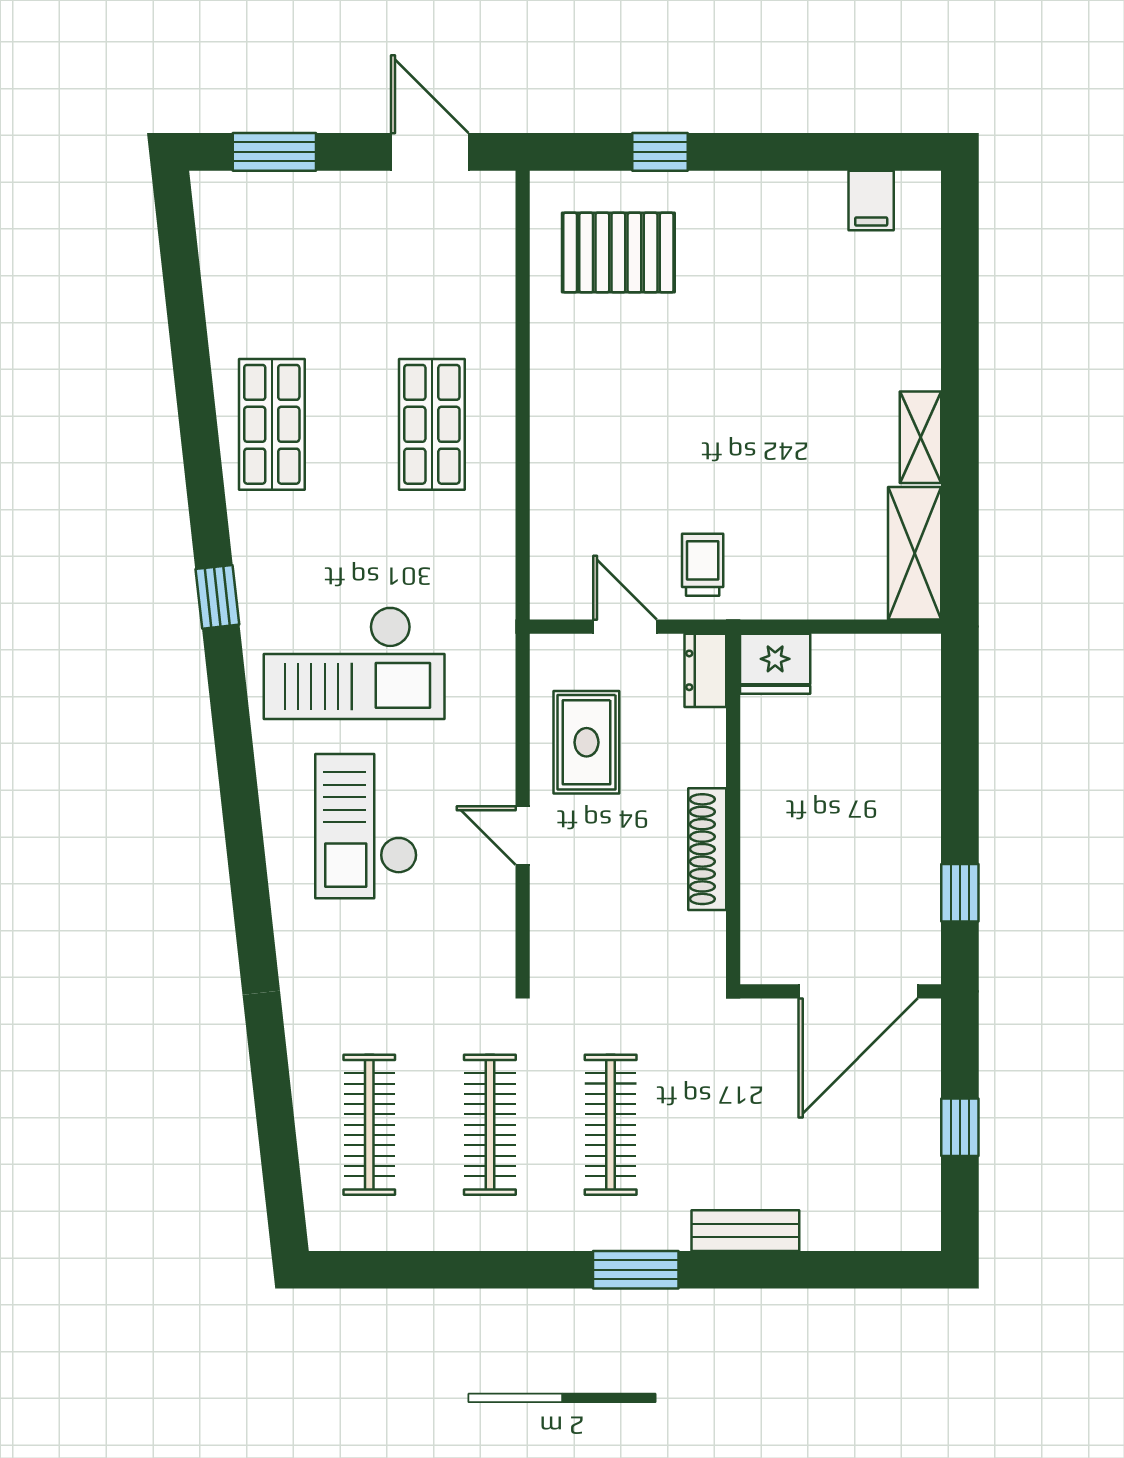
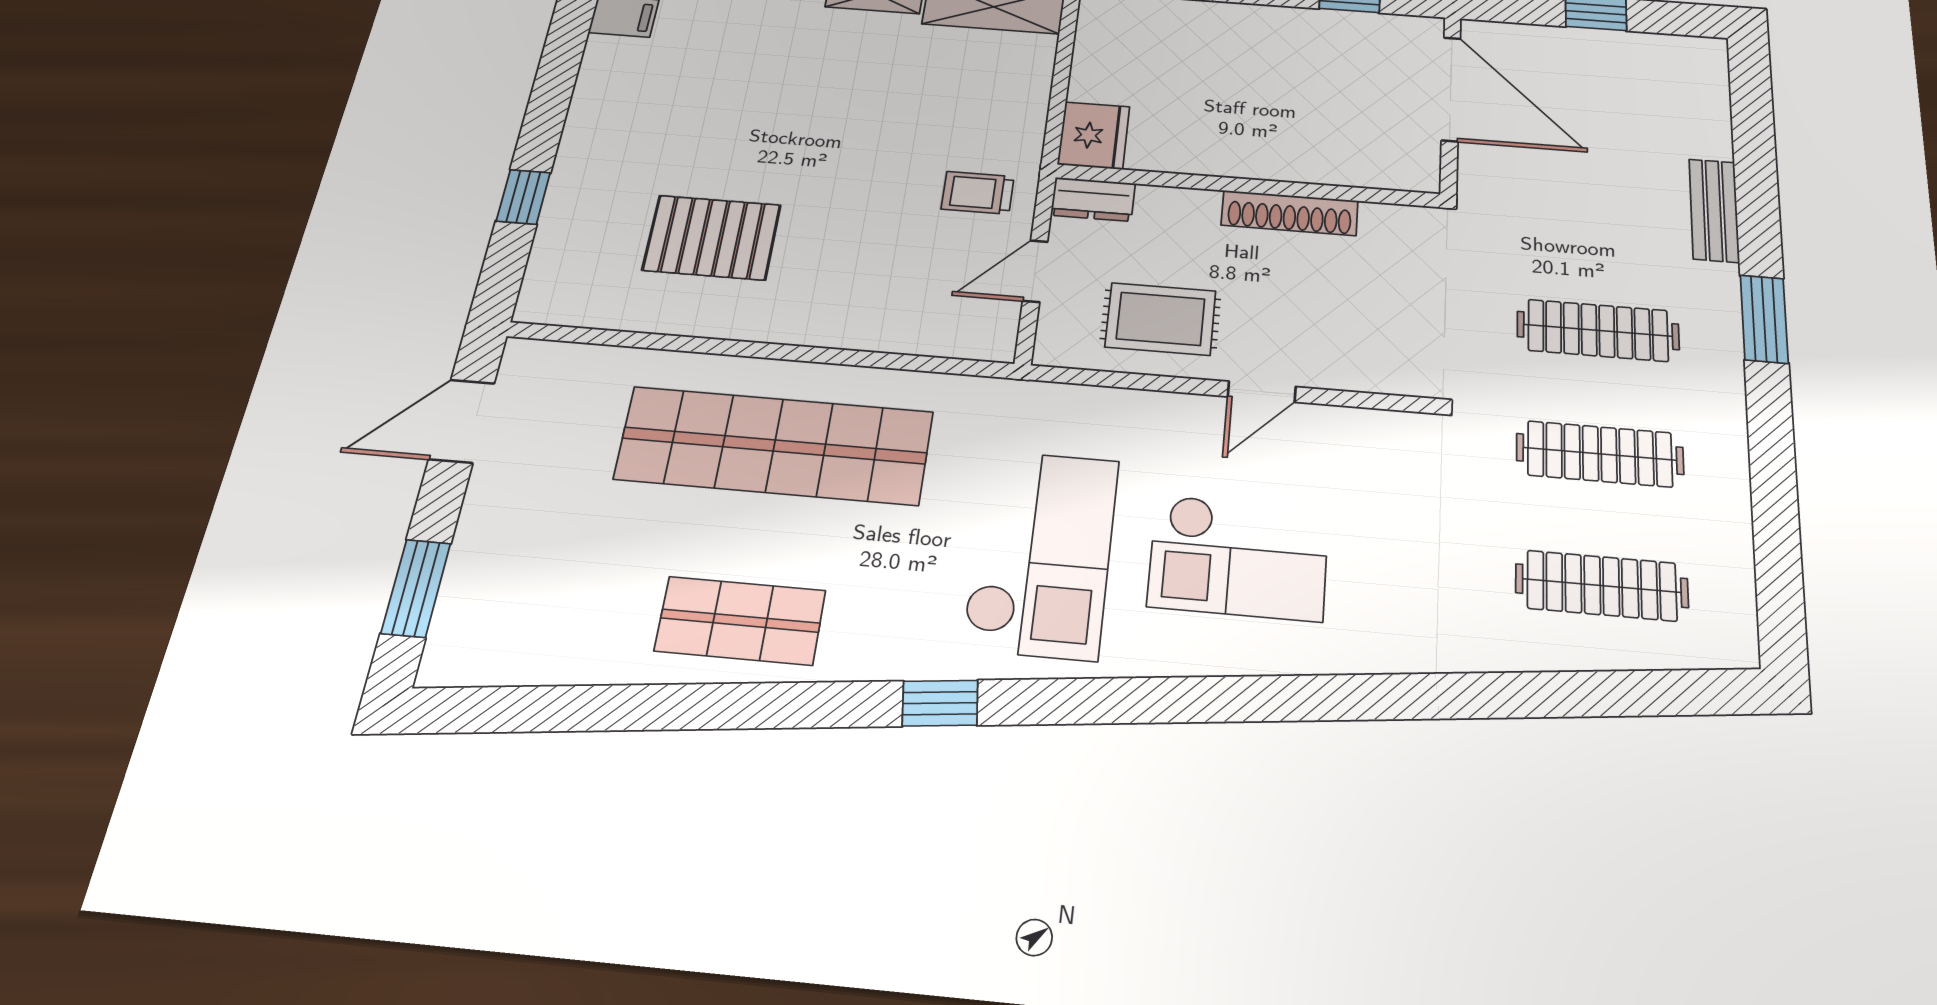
pallet: (618, 253) -> (712, 238), moved, turned 90
shop shelf: (432, 424) -> (774, 445), width x2.00, depth x1.36

